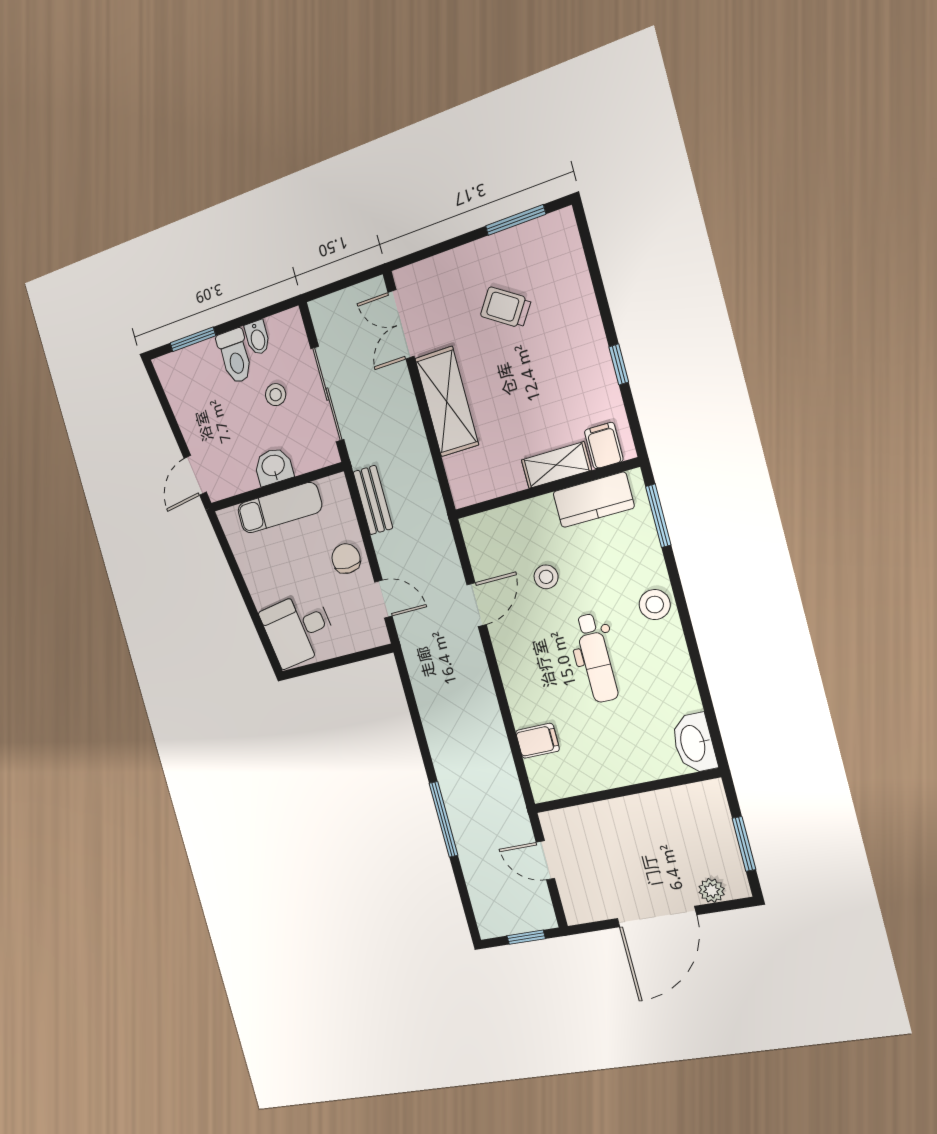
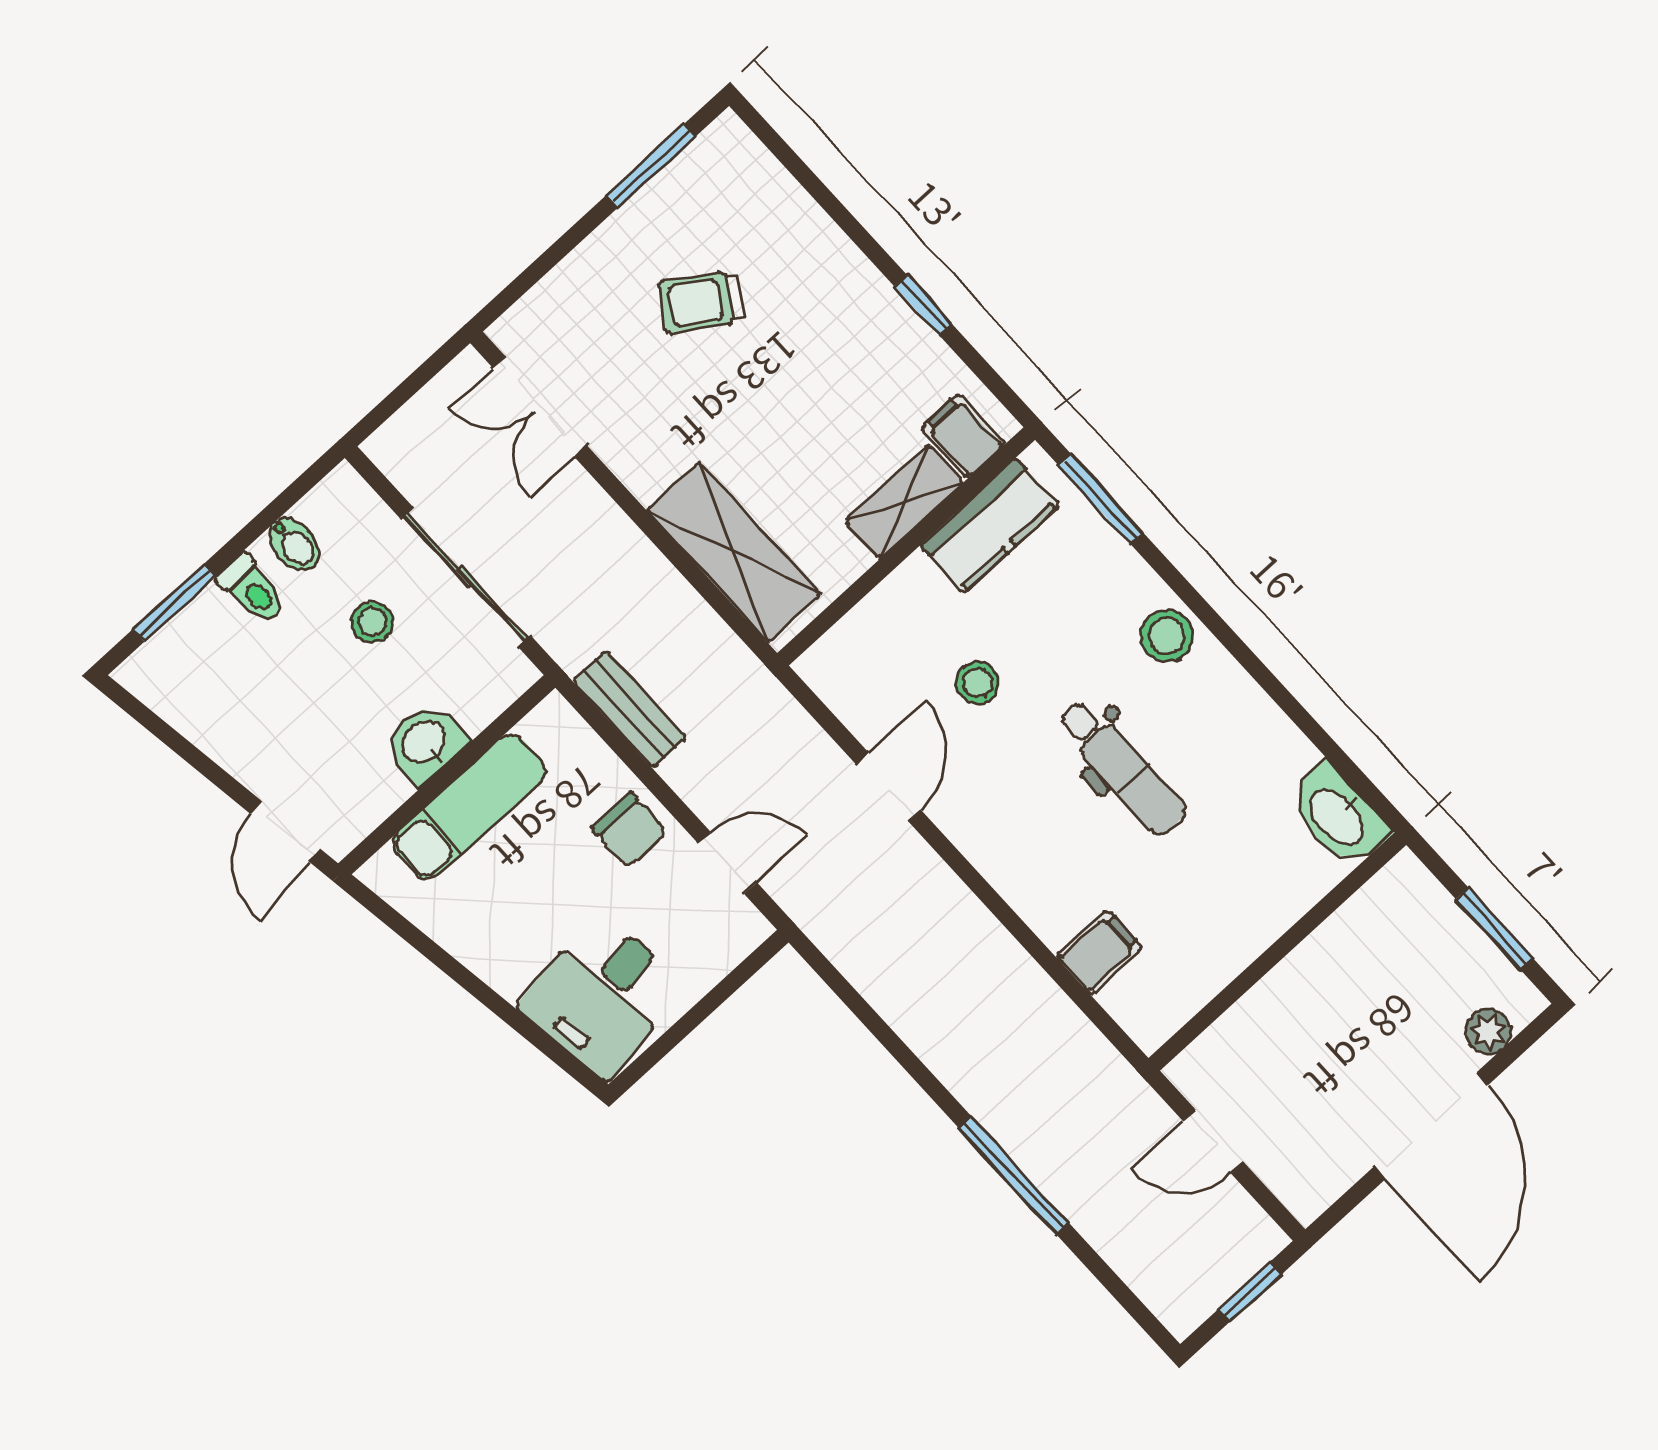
toilet: (235, 356) -> (252, 590), width x0.73, depth x0.72
shelving: (447, 402) -> (733, 552), moved
chair: (346, 559) -> (629, 830), turned 180

